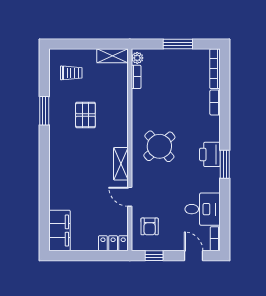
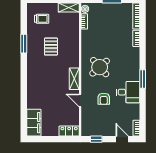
printer: (210, 154) -> (133, 73), removed
desk: (203, 209) -> (128, 92), moved
armchair: (150, 226) -> (104, 99), moved

